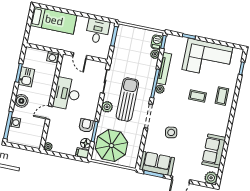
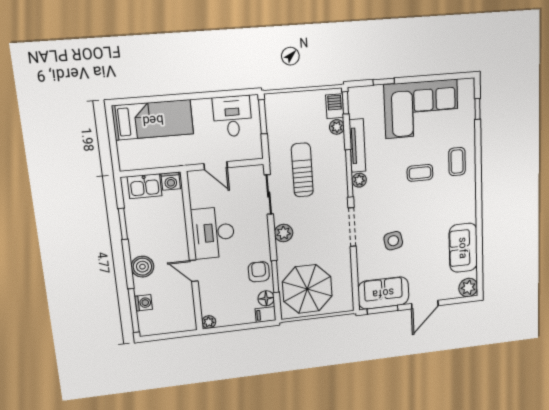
kitchen sink: (26, 77) -> (145, 186), moved, turned 90
sun lounger: (127, 100) -> (302, 170), moved, width x0.73, depth x0.75
door: (49, 113) -> (194, 271), hinge flipped

